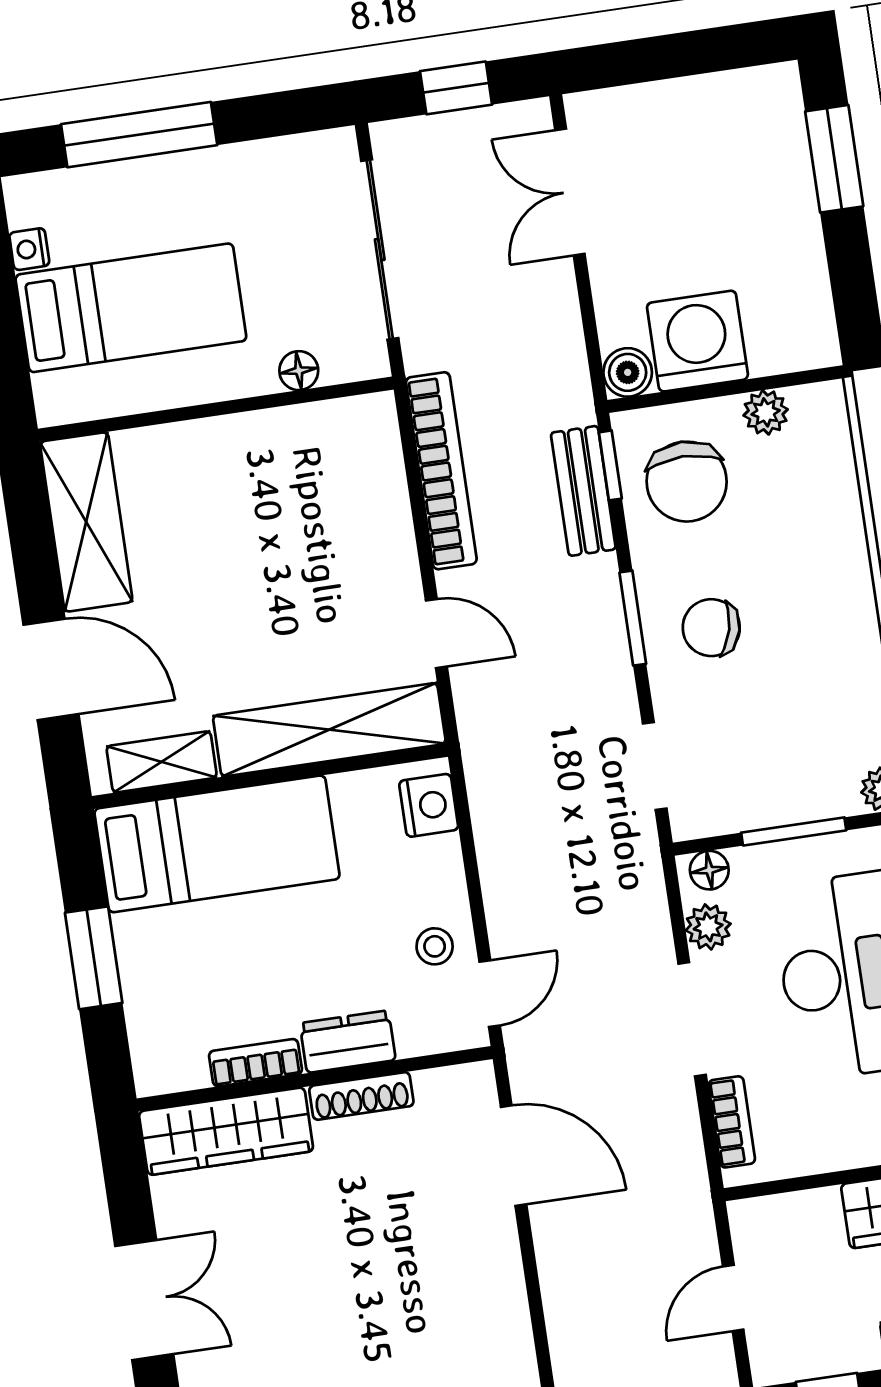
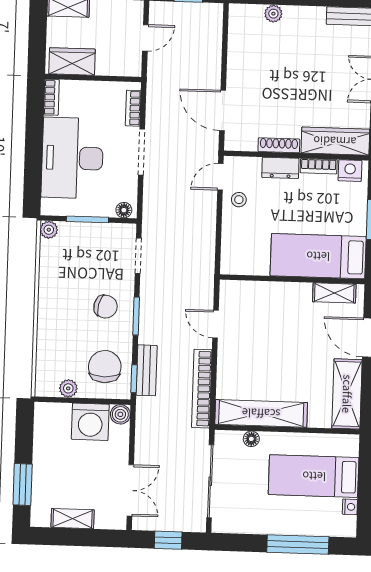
shelving: (698, 98) -> (73, 519), added
shelving: (329, 730) -> (261, 413), moved
nightstand: (429, 805) -> (350, 171), moved, turned 90
plant: (708, 927) -> (128, 188), removed

